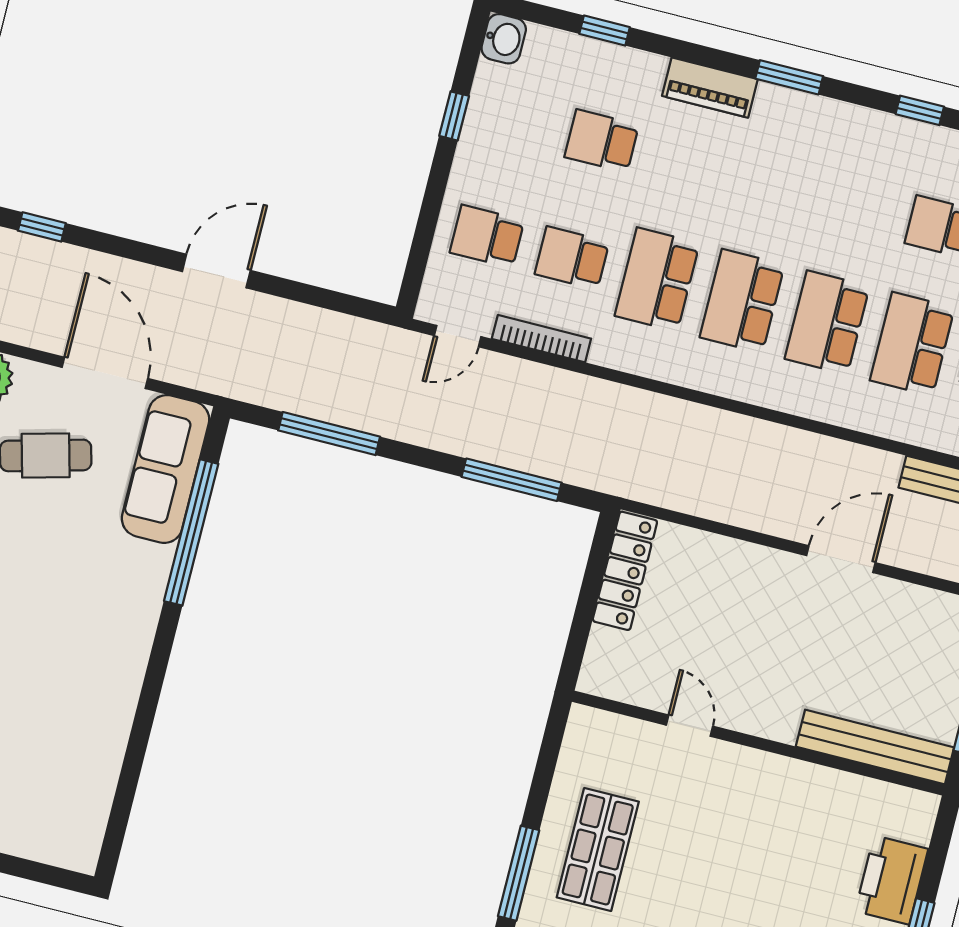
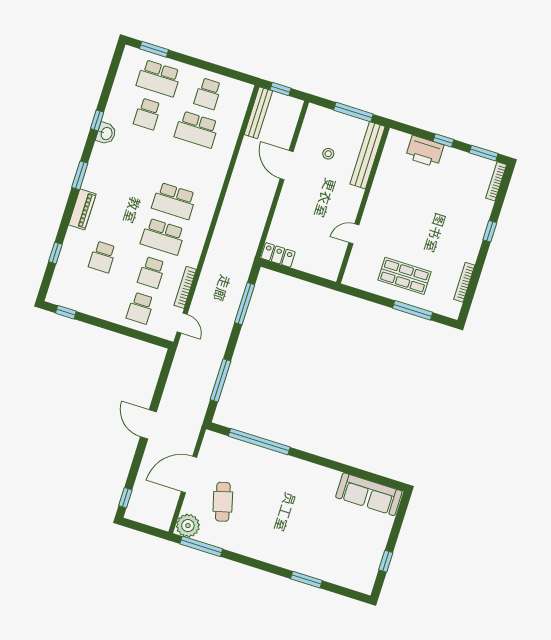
washbasin: (504, 39) -> (106, 133), moved, turned 90
window: (454, 116) -> (66, 312), moved
school desk: (827, 322) -> (185, 165), removed
sofa: (166, 469) -> (369, 494), moved
locker: (625, 571) -> (278, 255), width x0.66
stool: (873, 655) -> (328, 154), added

